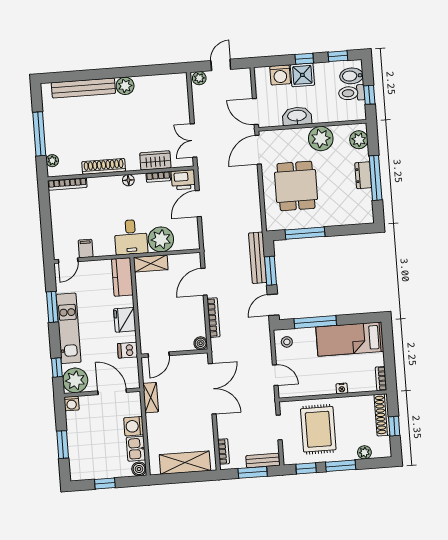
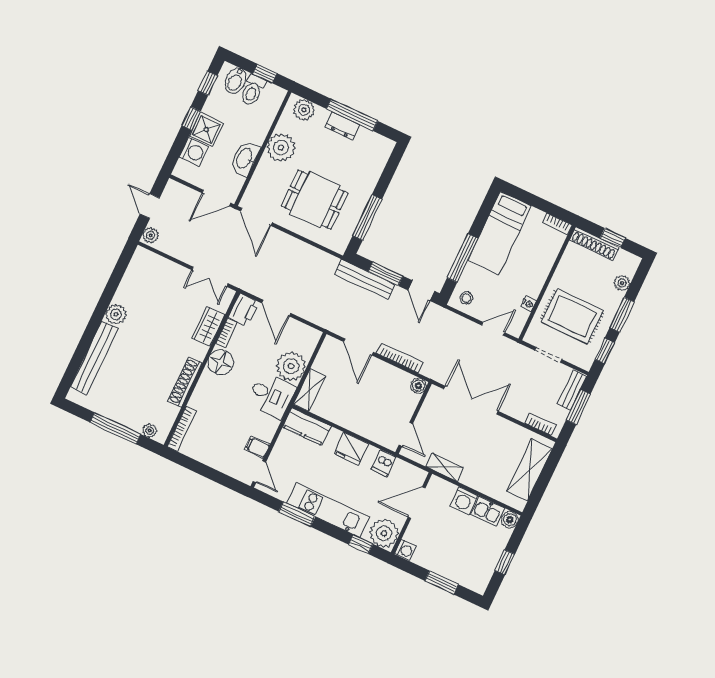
floor lamp: (128, 180) -> (221, 362), width x1.89, depth x1.89
nightstand: (342, 388) -> (528, 304), moved

